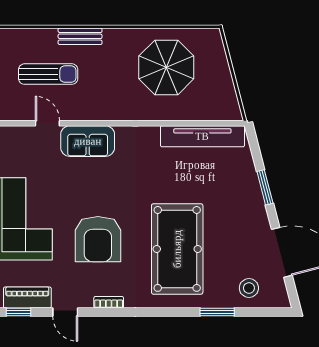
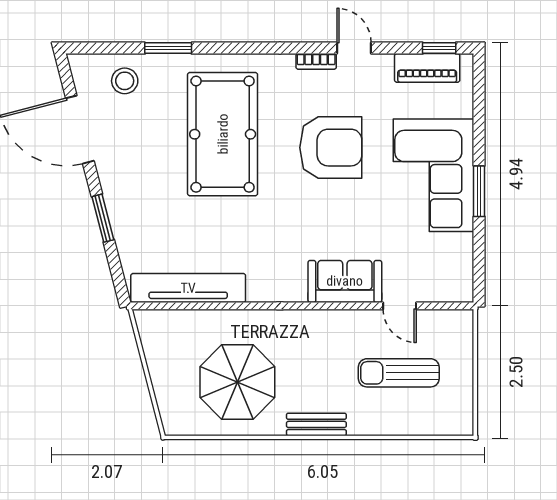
bench: (80, 36) -> (316, 424), moved
armchair: (98, 239) -> (331, 148), turned 90
door: (65, 312) -> (354, 48), moved

